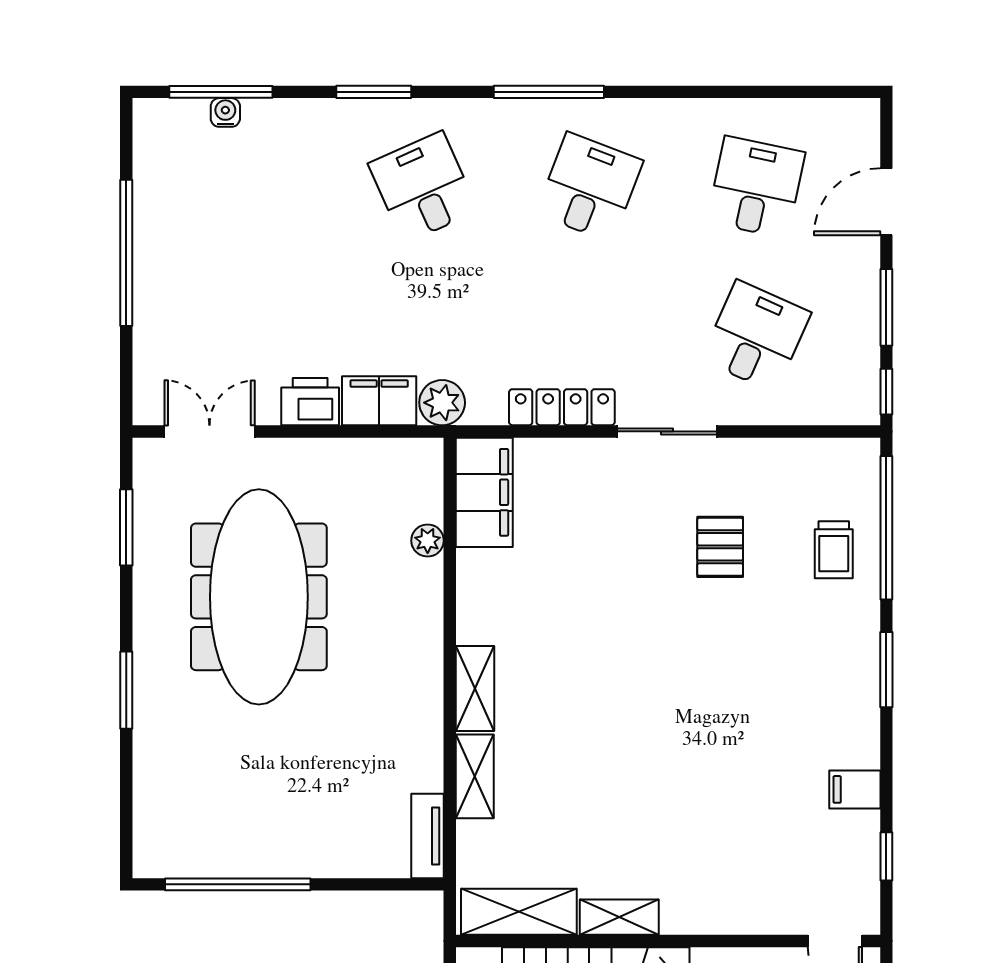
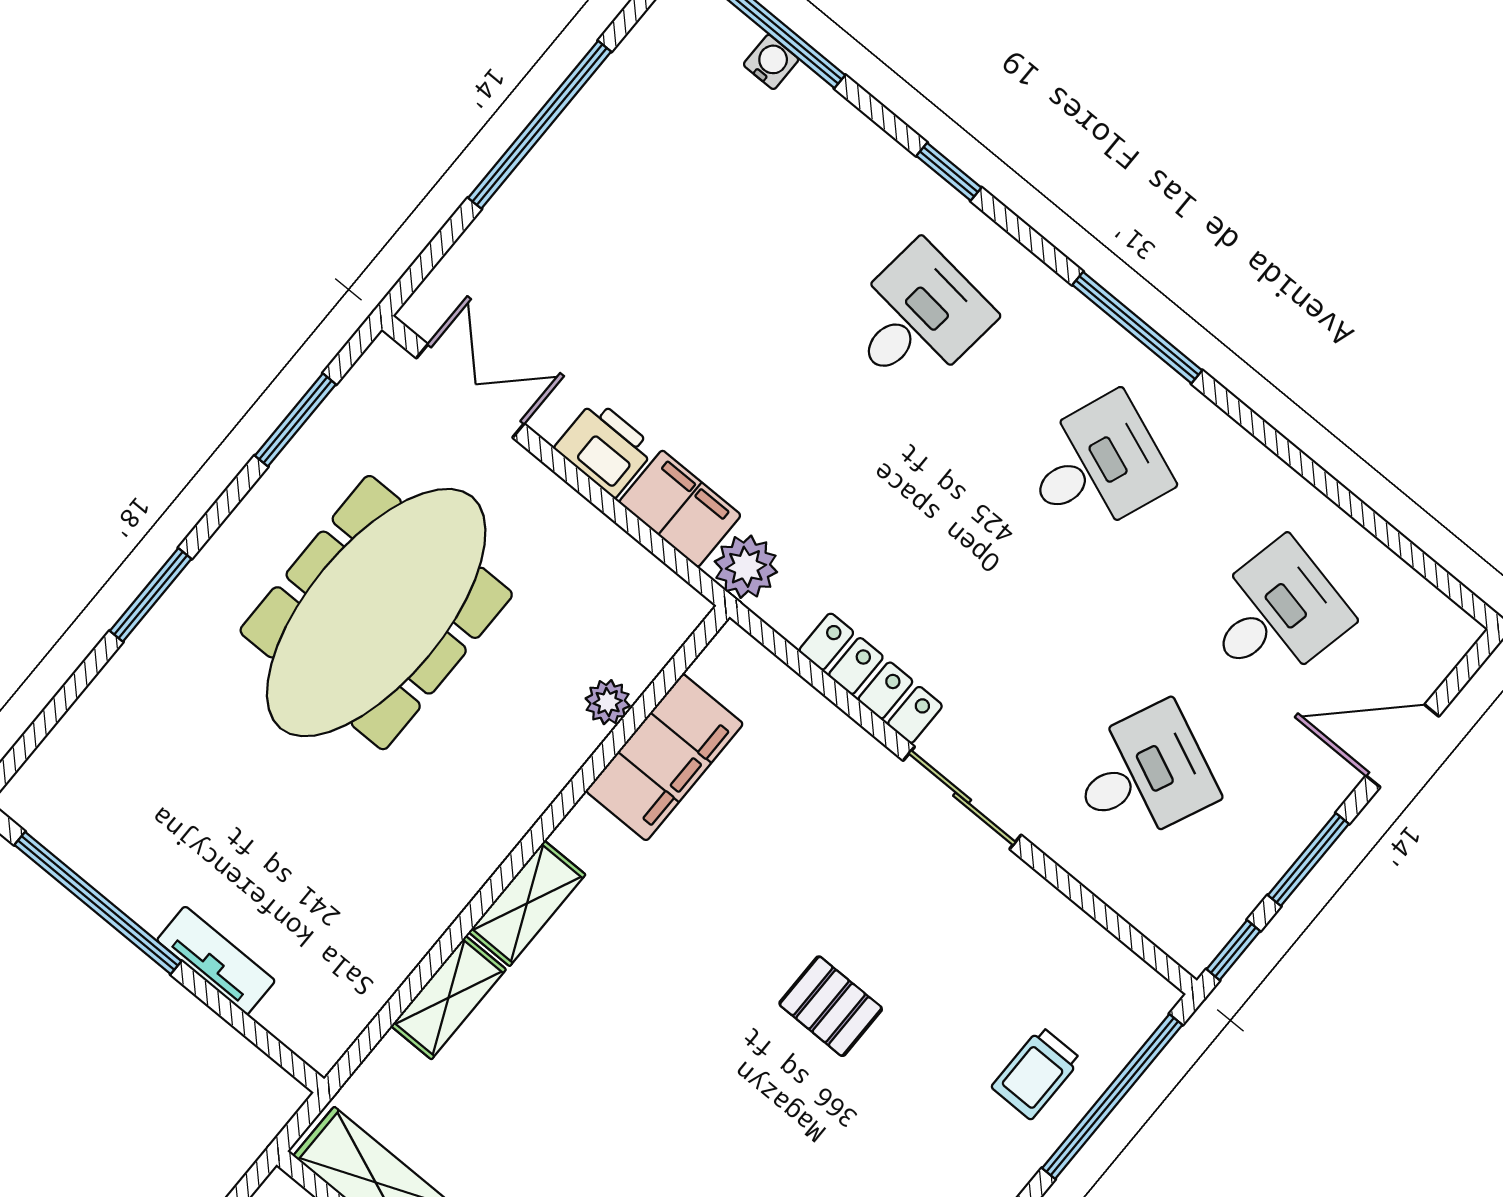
window: (374, 92) -> (949, 172), width x0.67
desk: (423, 187) -> (917, 318), turned 30
filing cabinet: (484, 492) -> (665, 757), moved
pallet: (720, 547) -> (831, 1006), moved, turned 90
tv unit: (428, 836) -> (216, 960), moved, turned 90

